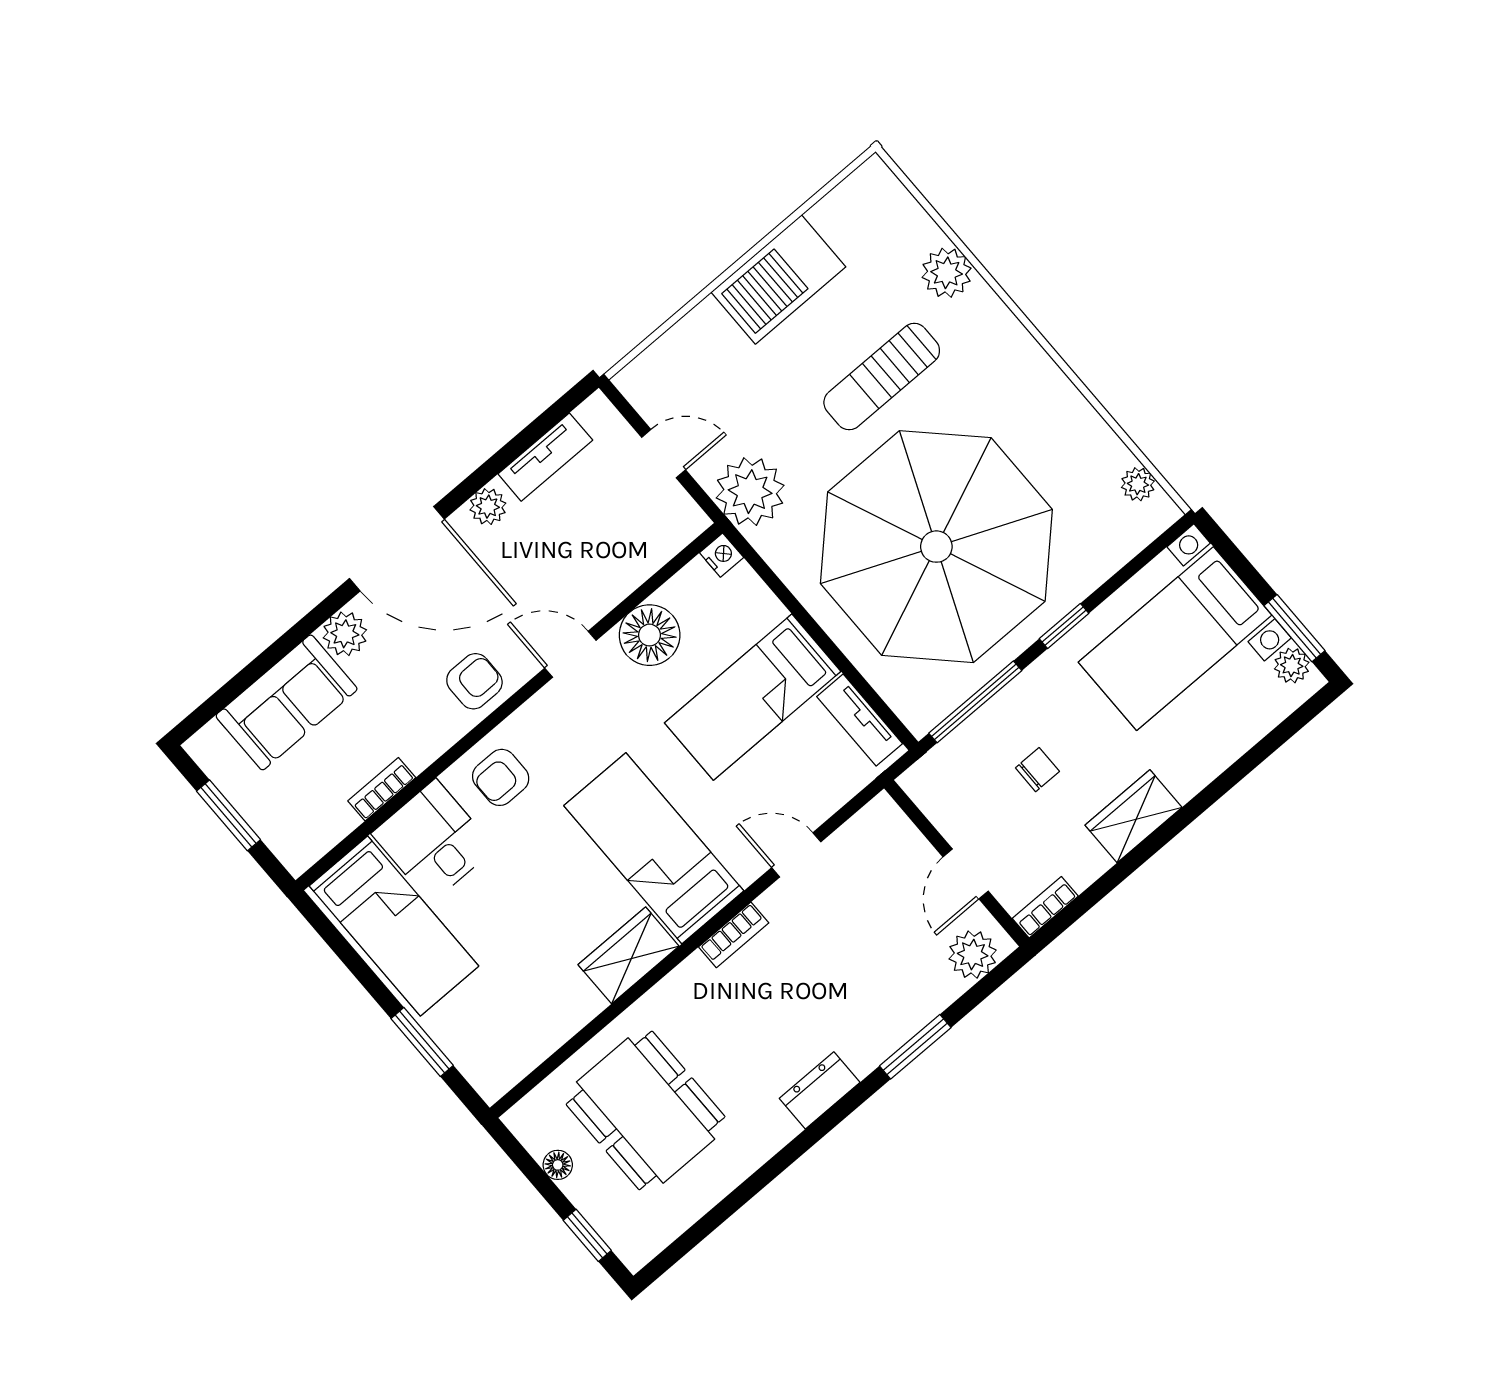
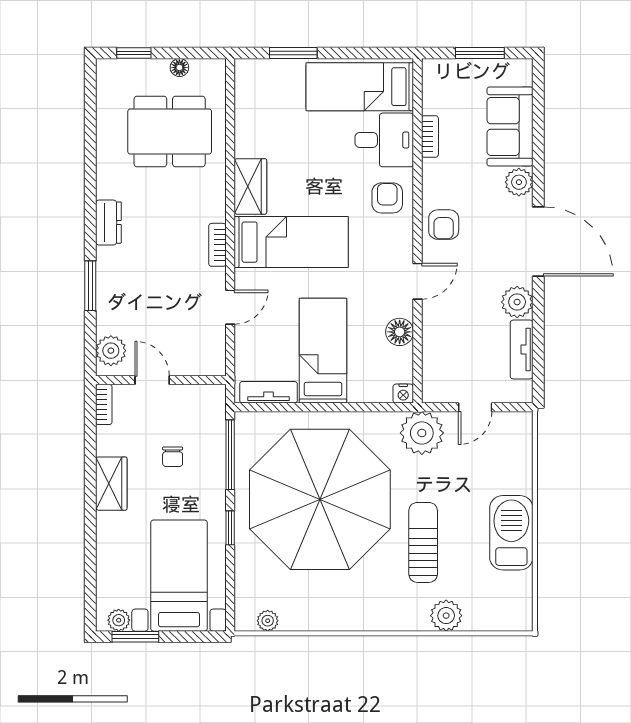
plant: (488, 507) -> (517, 302), width x1.38, depth x1.38
door: (397, 549) -> (538, 242), swing flipped
floor lamp: (650, 635) -> (400, 332), width x0.73, depth x0.73

